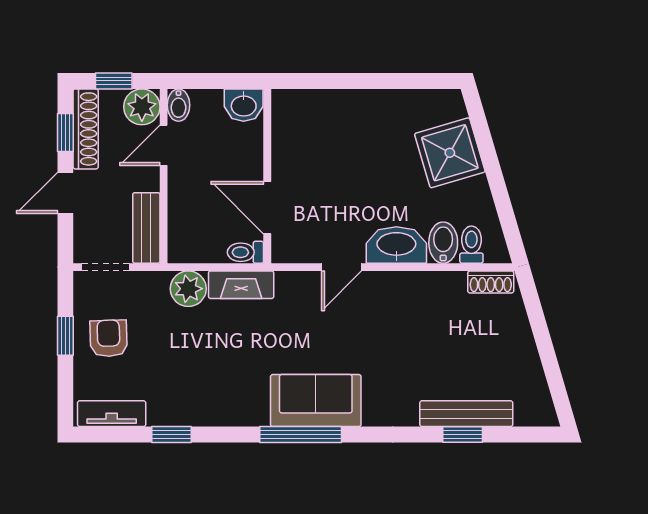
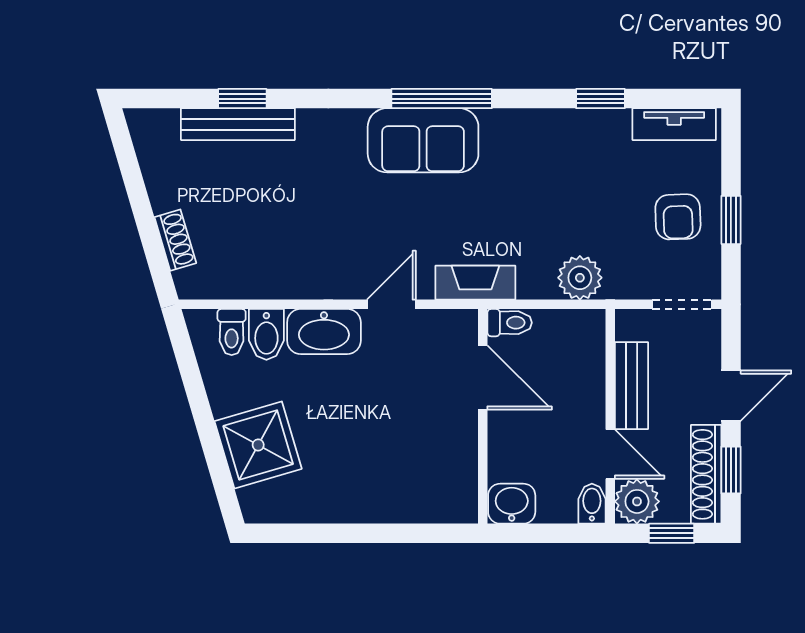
door: (164, 145) -> (610, 454), hinge flipped
bench: (146, 228) -> (631, 386), moved
shoe rack: (491, 282) -> (175, 240), moved, turned 74
fireplace: (241, 285) -> (475, 283), moved

